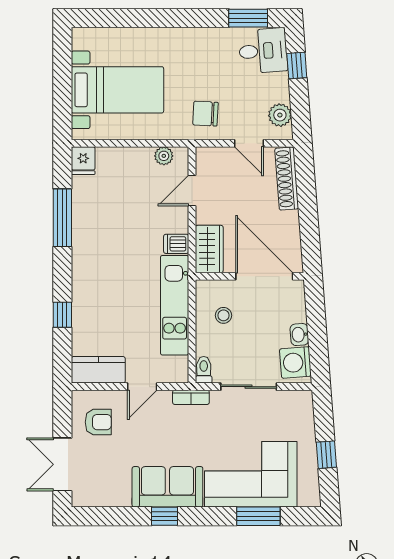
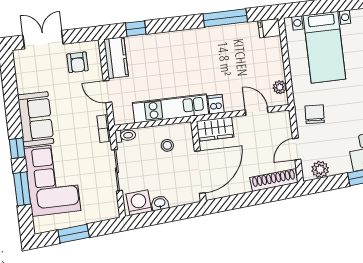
window: (62, 315) -> (136, 29), moved
window: (326, 455) -> (74, 234), width x1.50
window: (164, 516) -> (17, 148), moved

